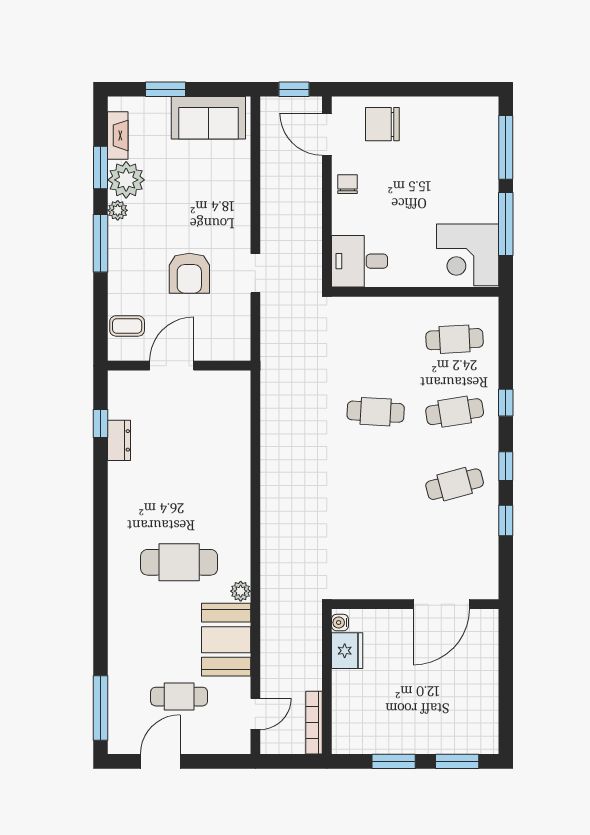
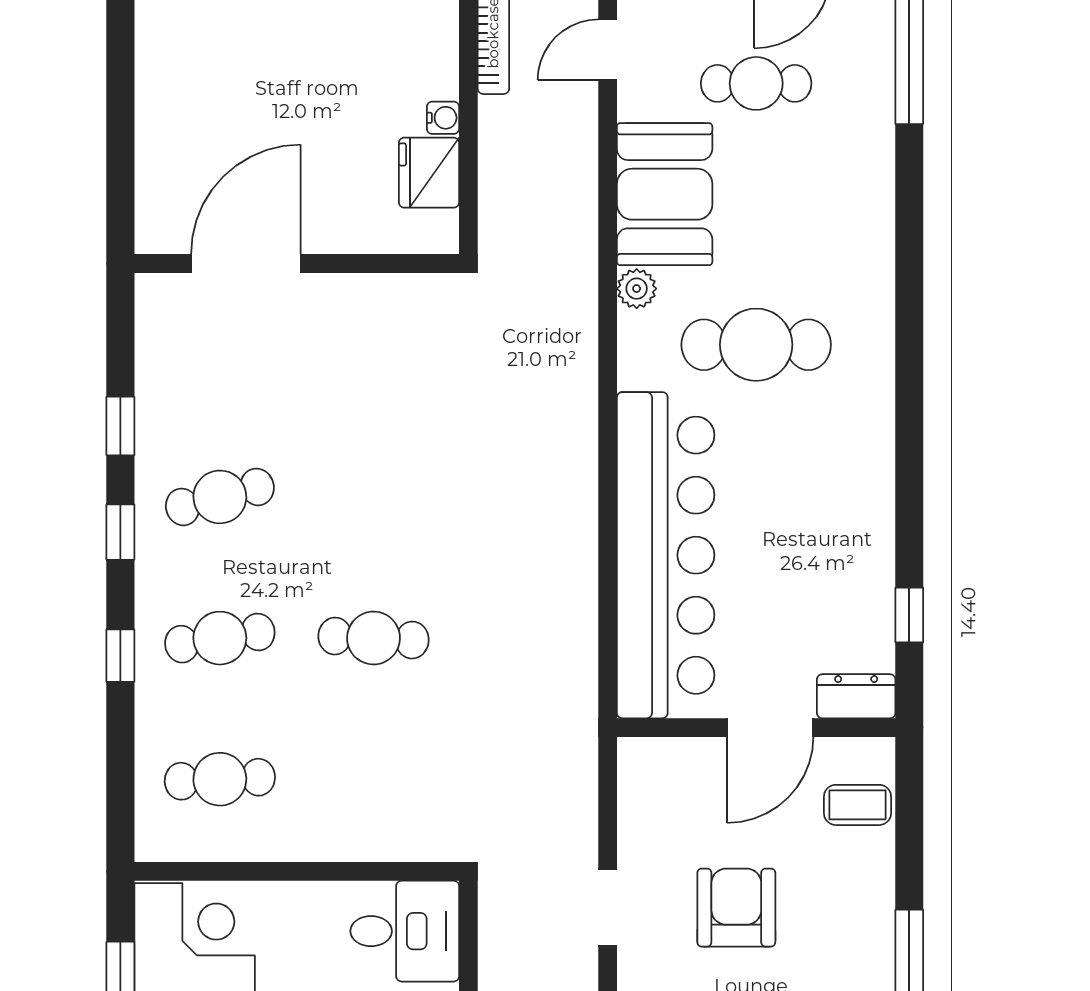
dresser: (119, 440) -> (856, 696), moved, turned 90
bar counter: (226, 454) -> (666, 555), added
water cooler: (340, 623) -> (443, 118), moved

